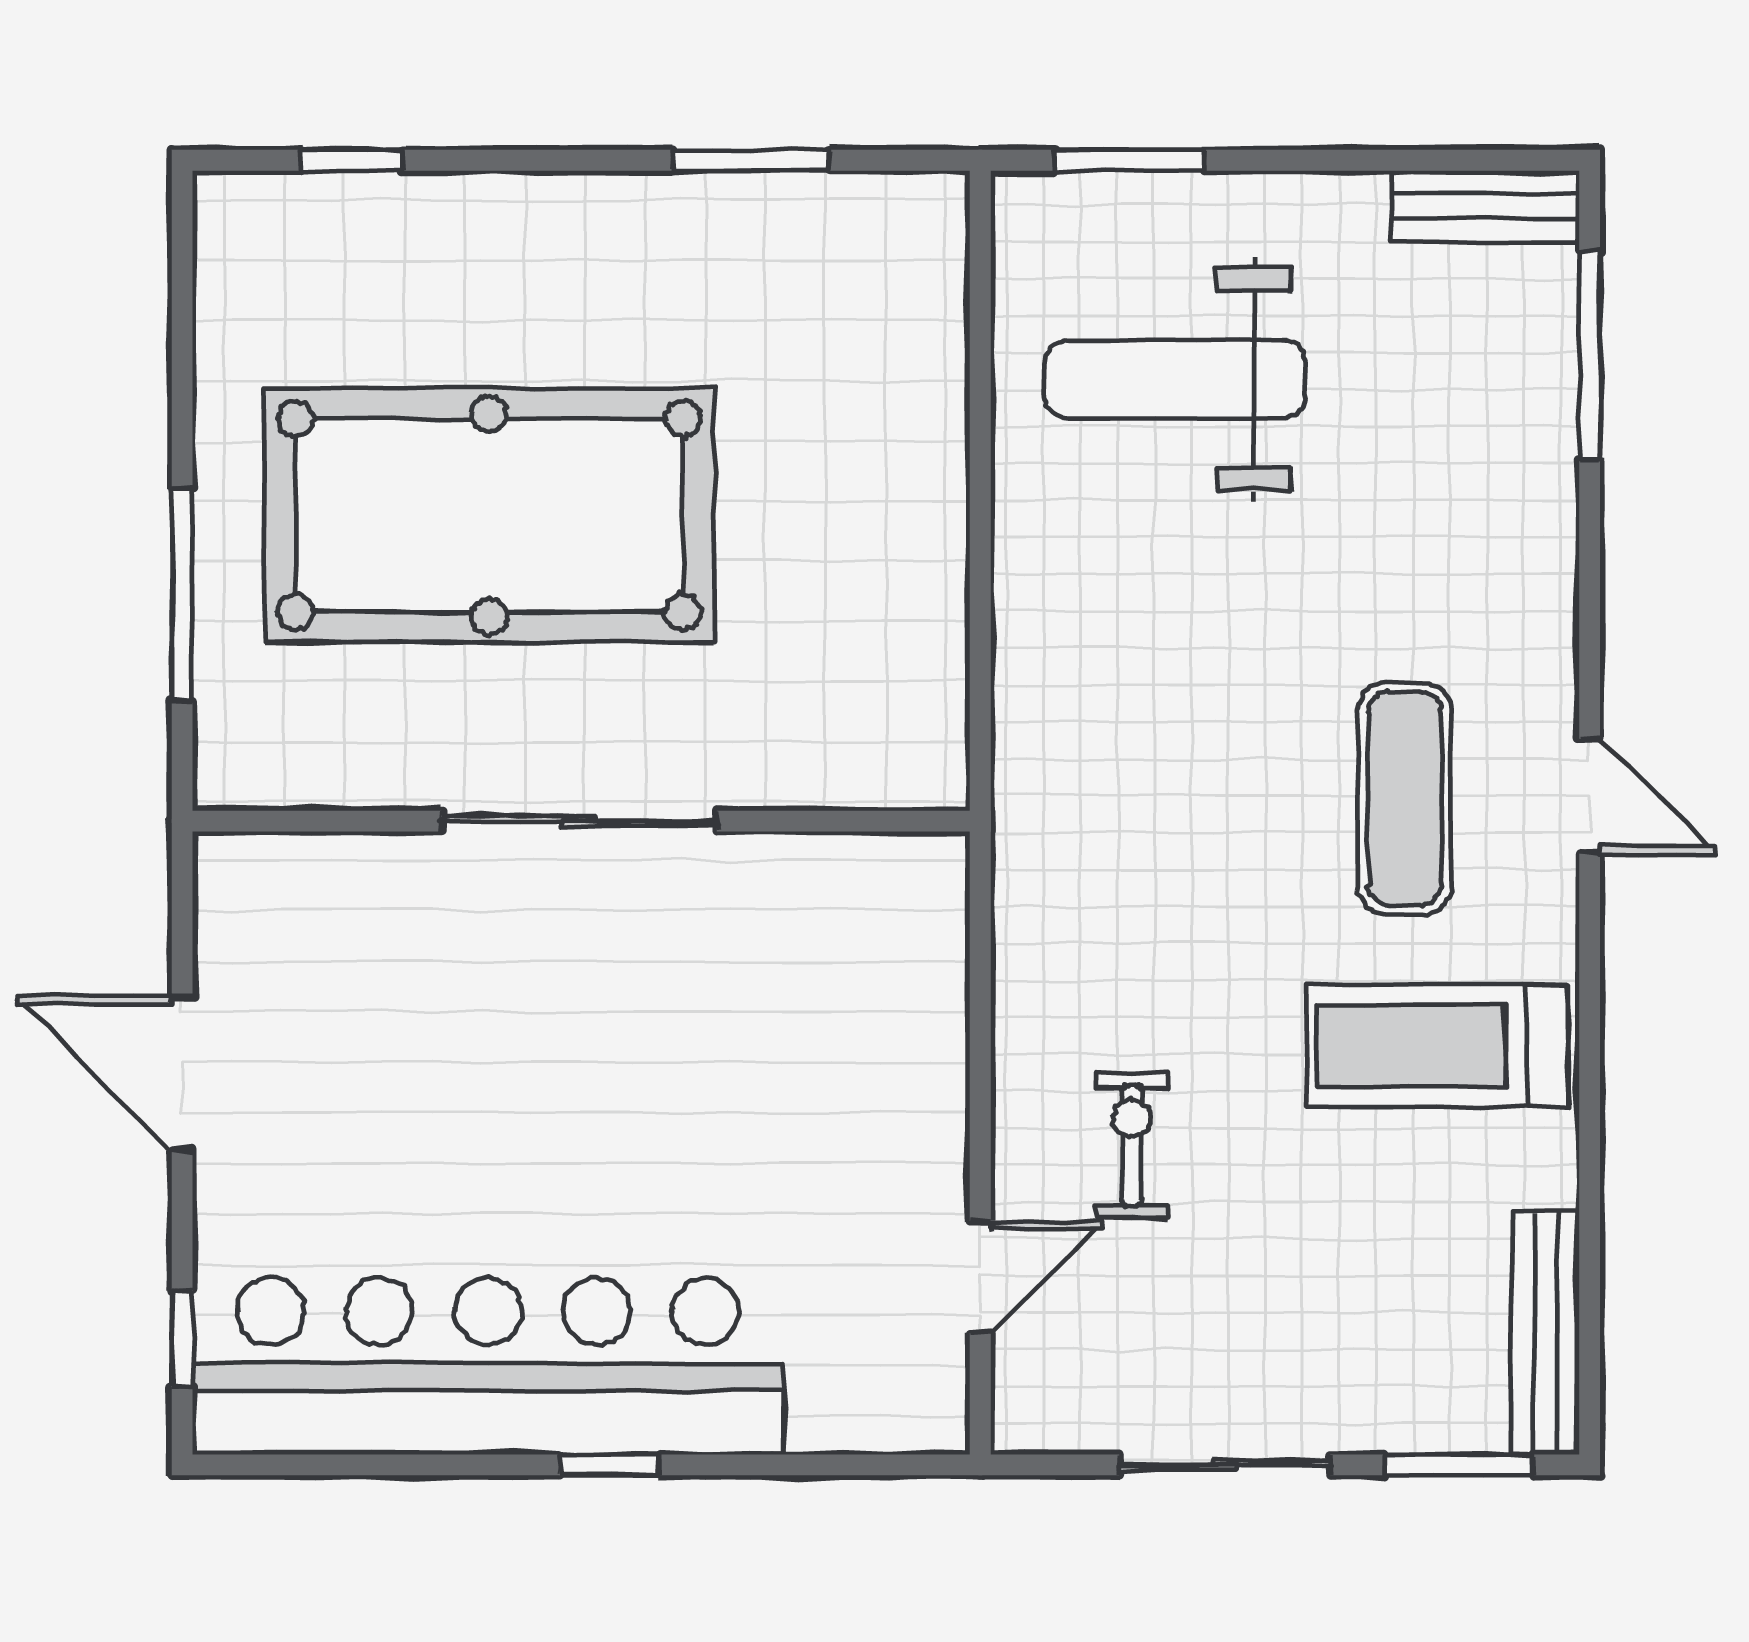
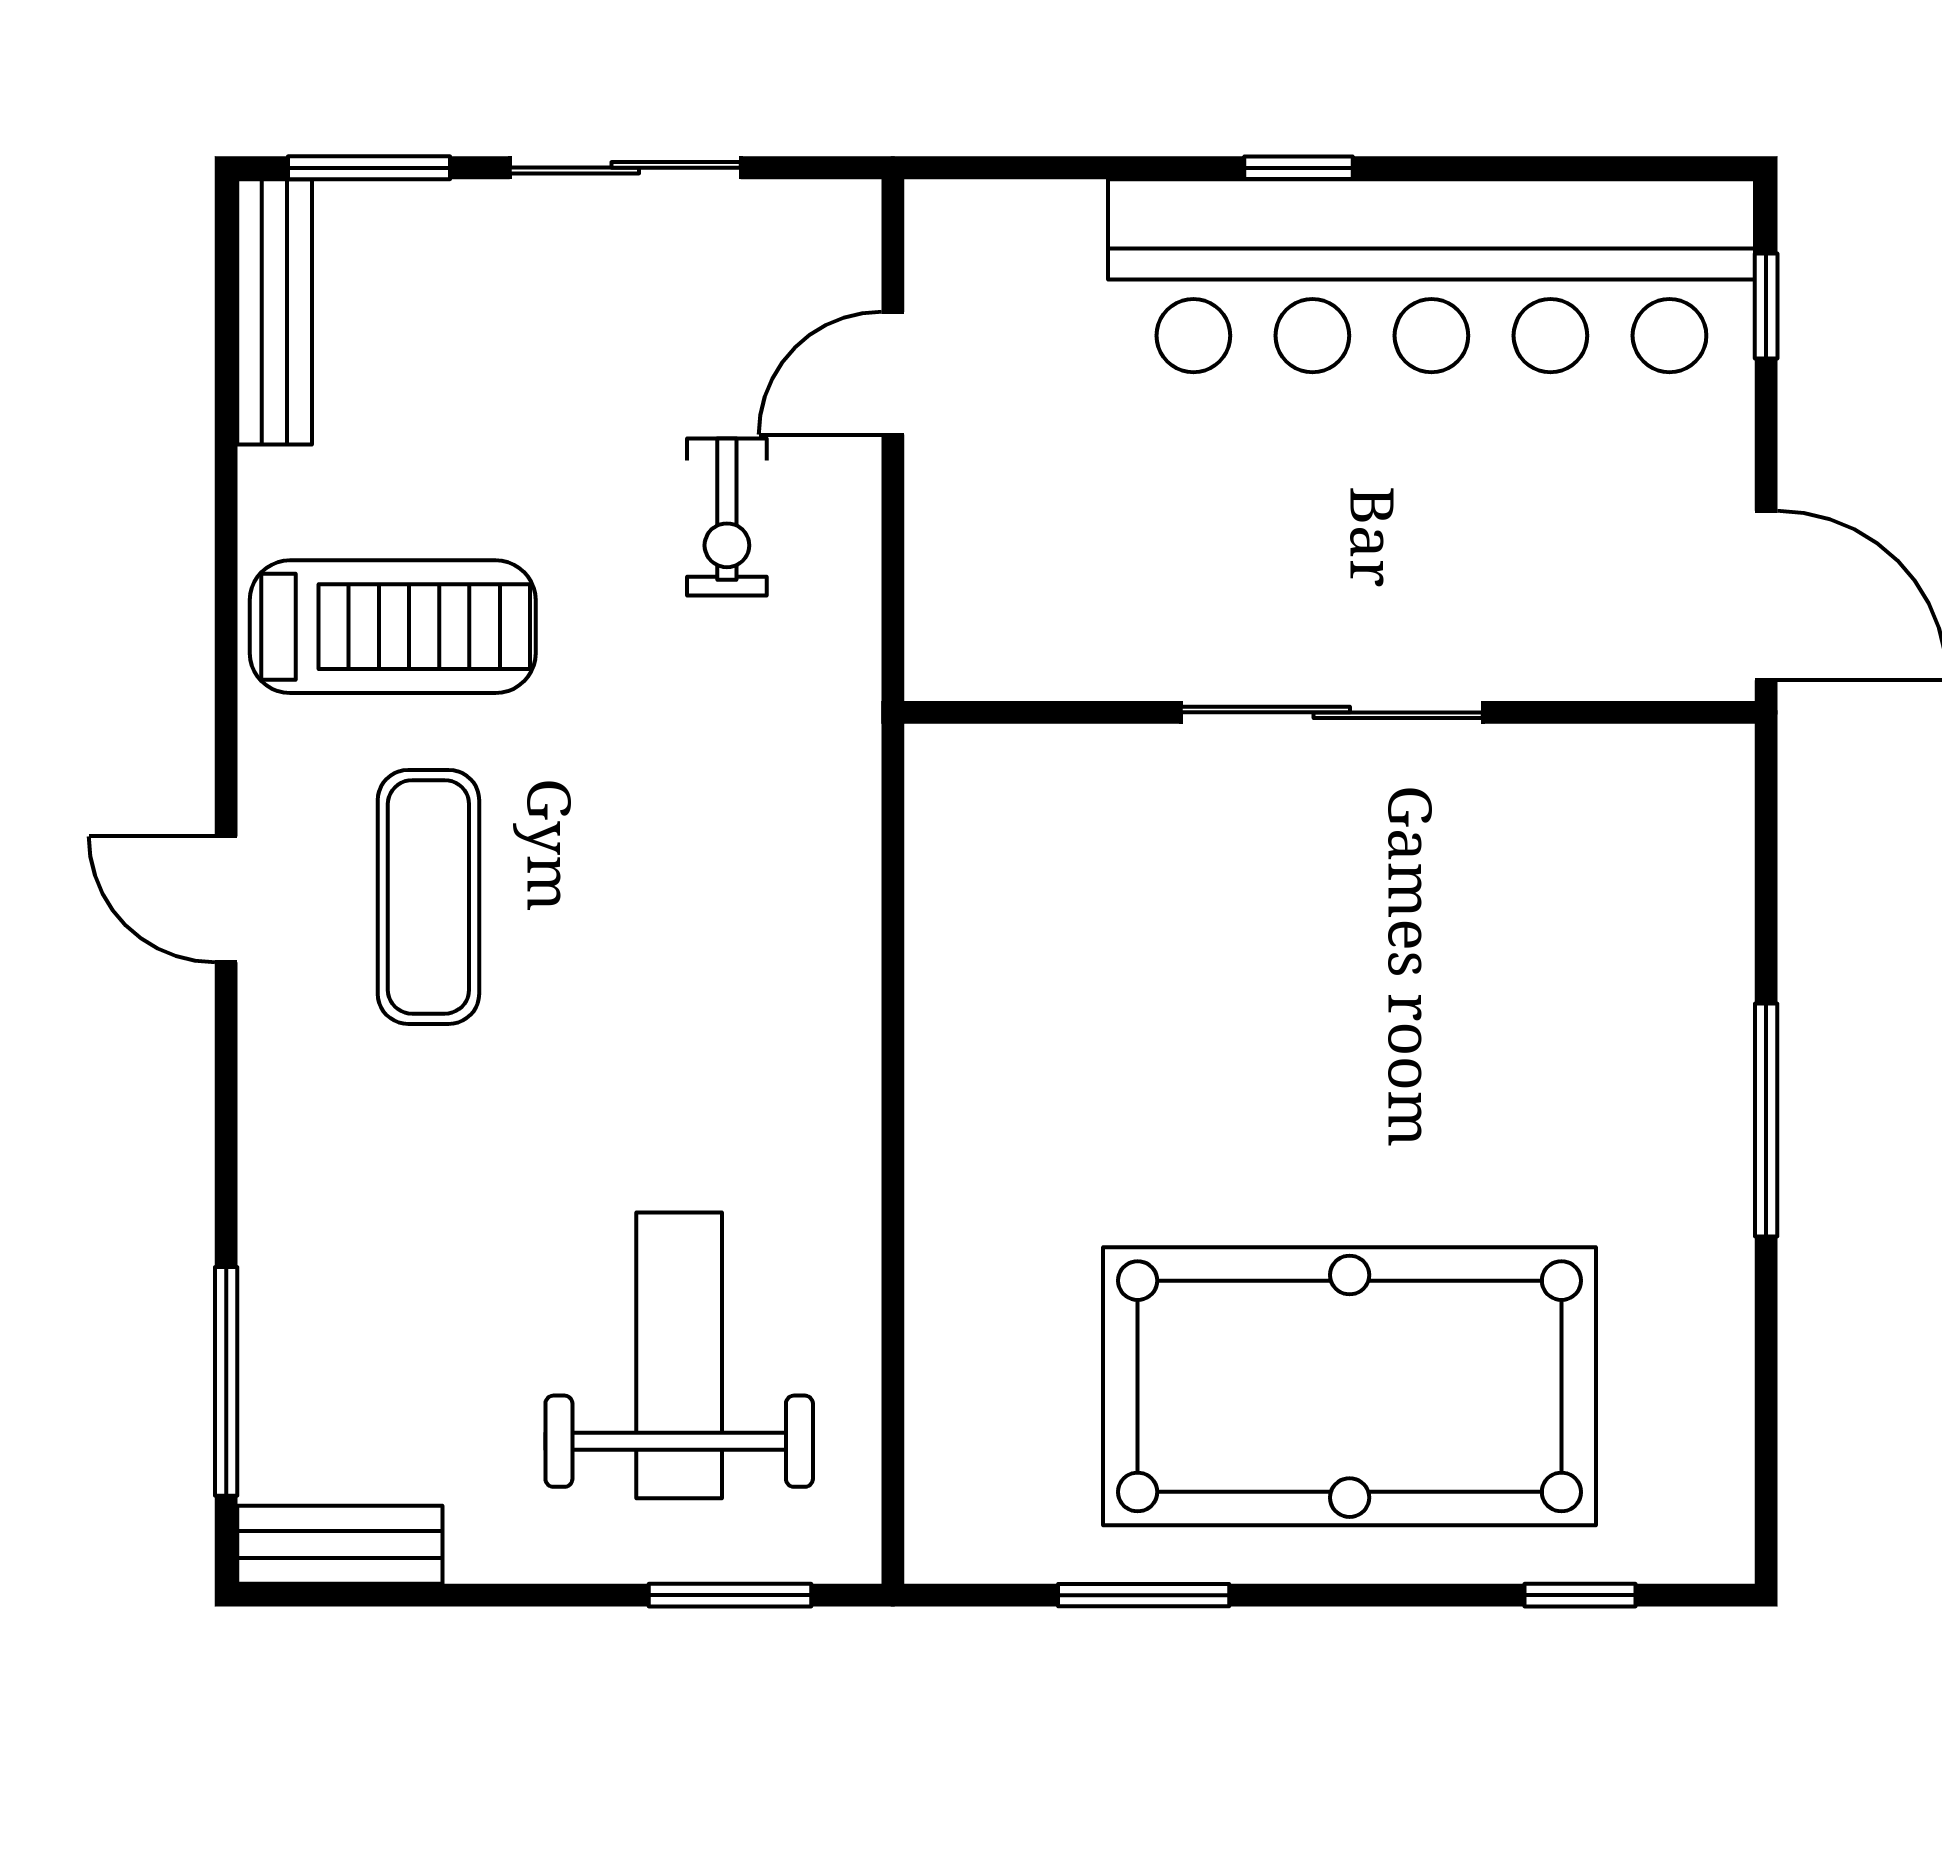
weight bench: (1176, 379) -> (679, 1355), turned -90
pool table: (489, 515) -> (1350, 1386), moved
sliding door: (579, 821) -> (1332, 712), moved
wall: (581, 821) -> (1329, 712), moved

